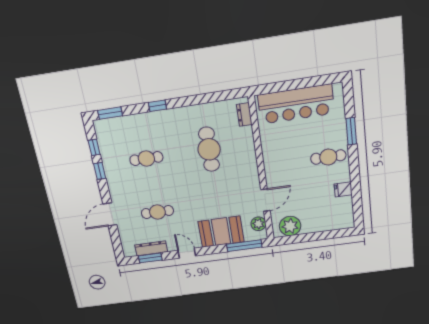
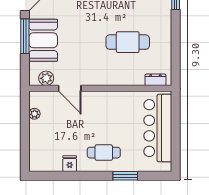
cafe table: (328, 157) -> (104, 153), turned 90
plant: (290, 226) -> (34, 114), width x0.53, depth x0.53
window: (244, 246) -> (25, 36), moved

